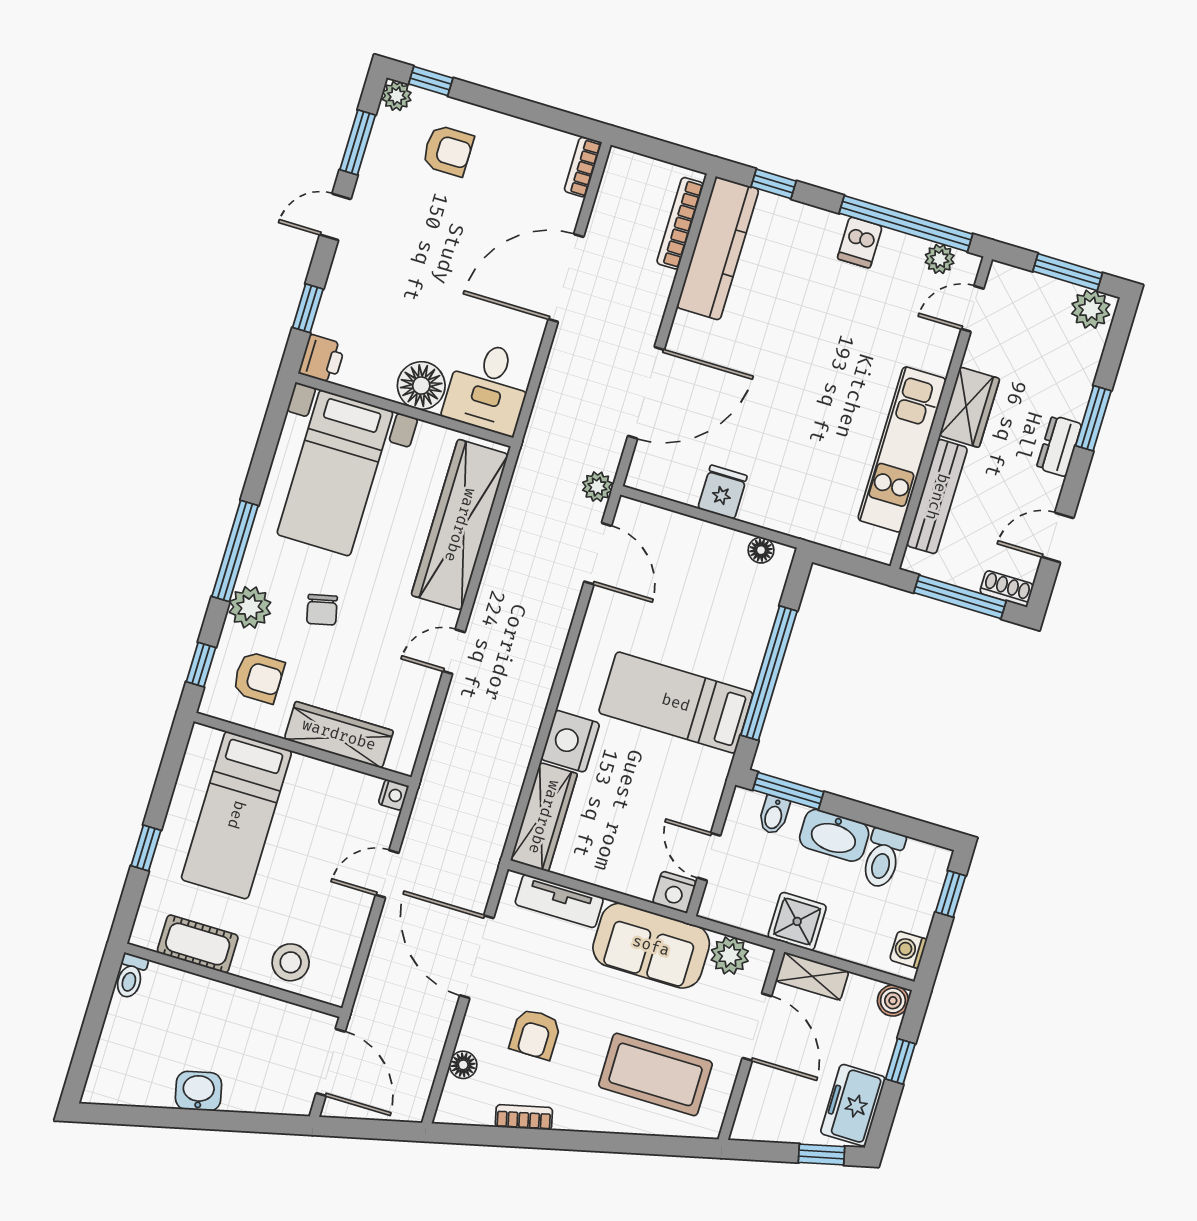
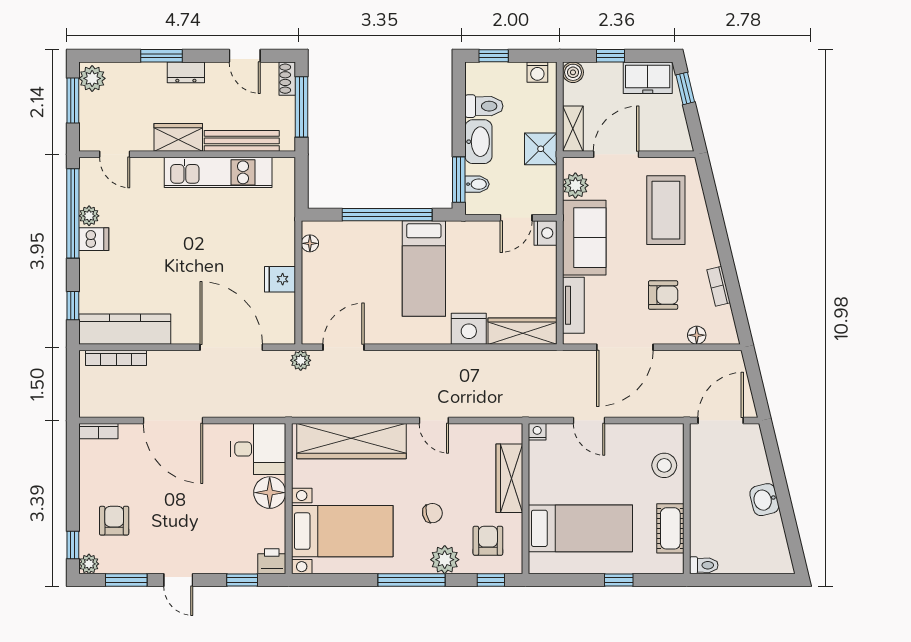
plant: (940, 259) -> (89, 216), moved

